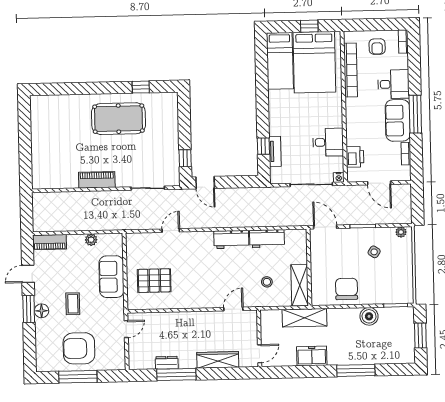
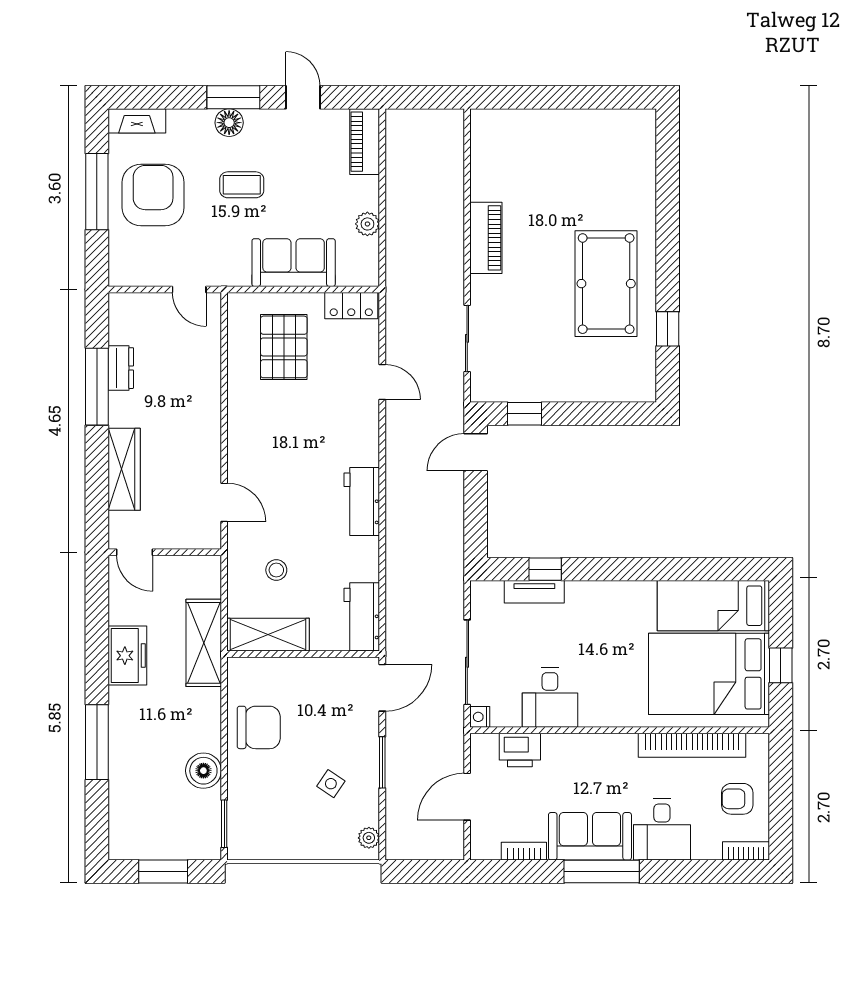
workbench: (267, 239) -> (362, 617), moved
locker: (133, 247) -> (351, 306), added
fireplace: (42, 357) -> (137, 121), added

